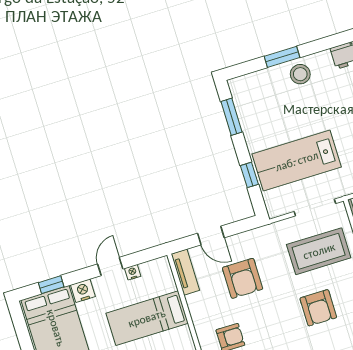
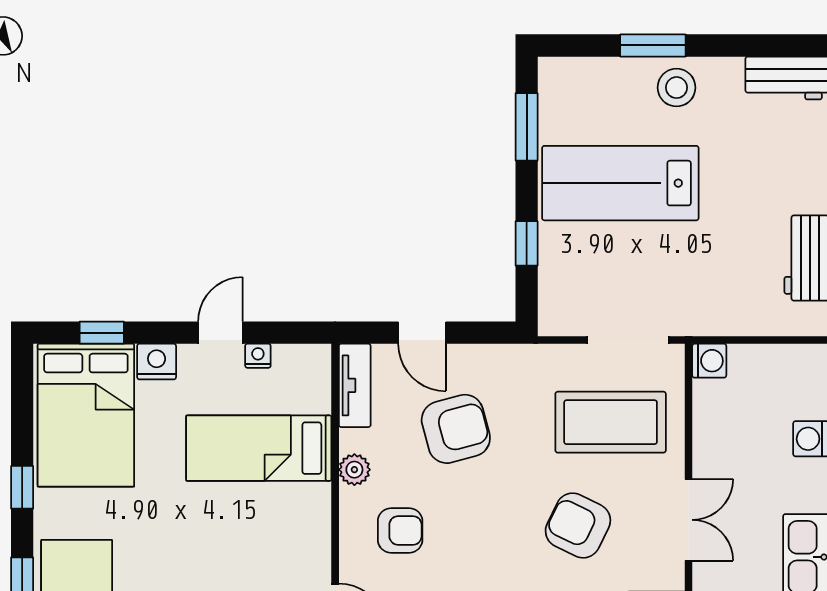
lab bench: (297, 161) -> (620, 183), moved
armchair: (243, 278) -> (456, 429), turned -105
armchair: (318, 308) -> (578, 526), turned 116
plant: (198, 314) -> (354, 470), added

